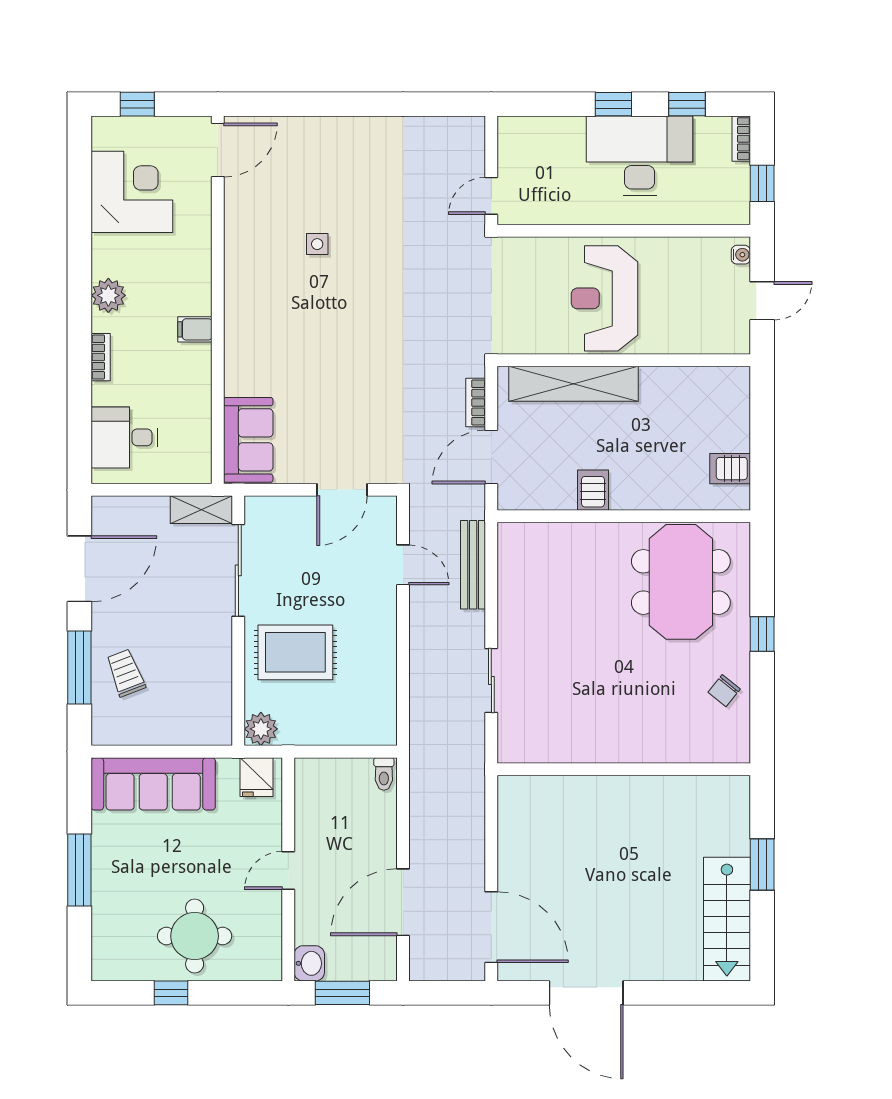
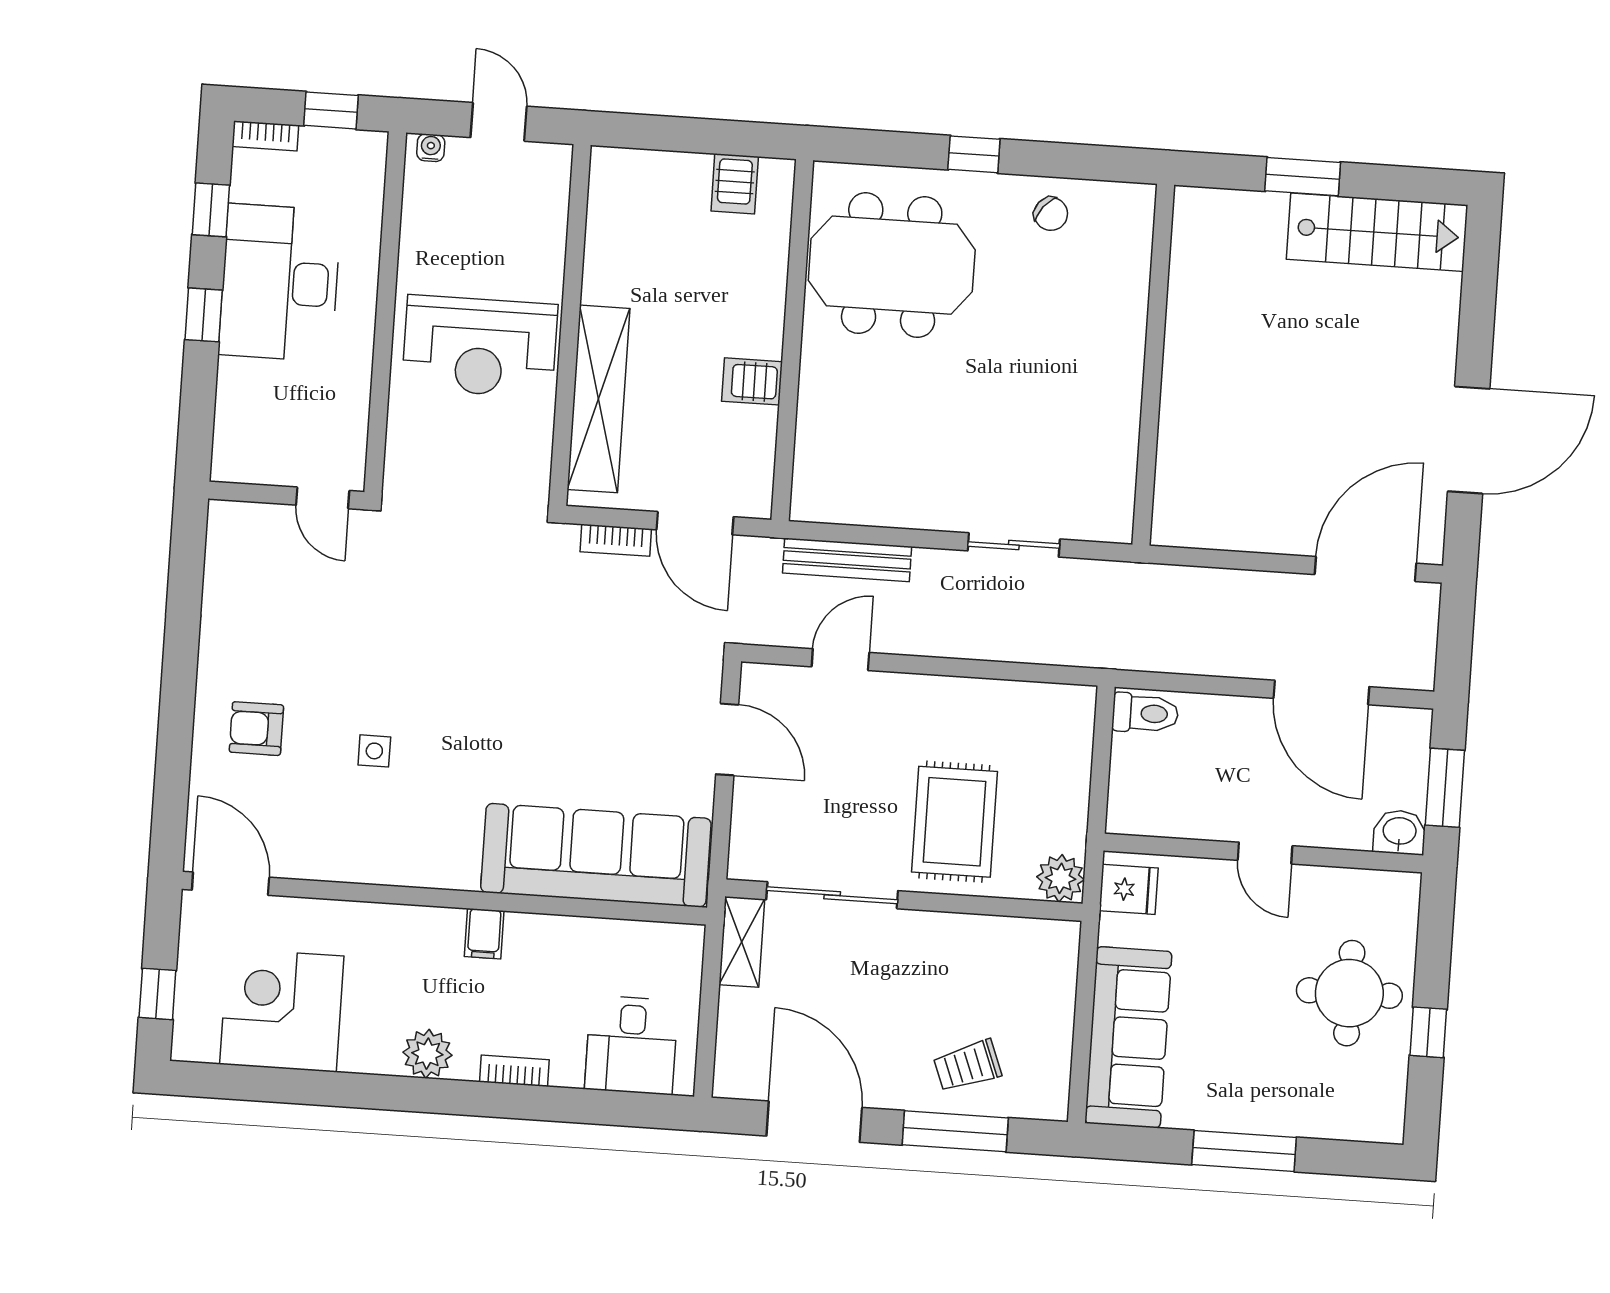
armchair: (327, 161) -> (256, 729), added
sofa: (248, 440) -> (596, 855), width x1.85, depth x1.27
toilet: (384, 774) -> (1145, 713), width x1.37, depth x1.39

